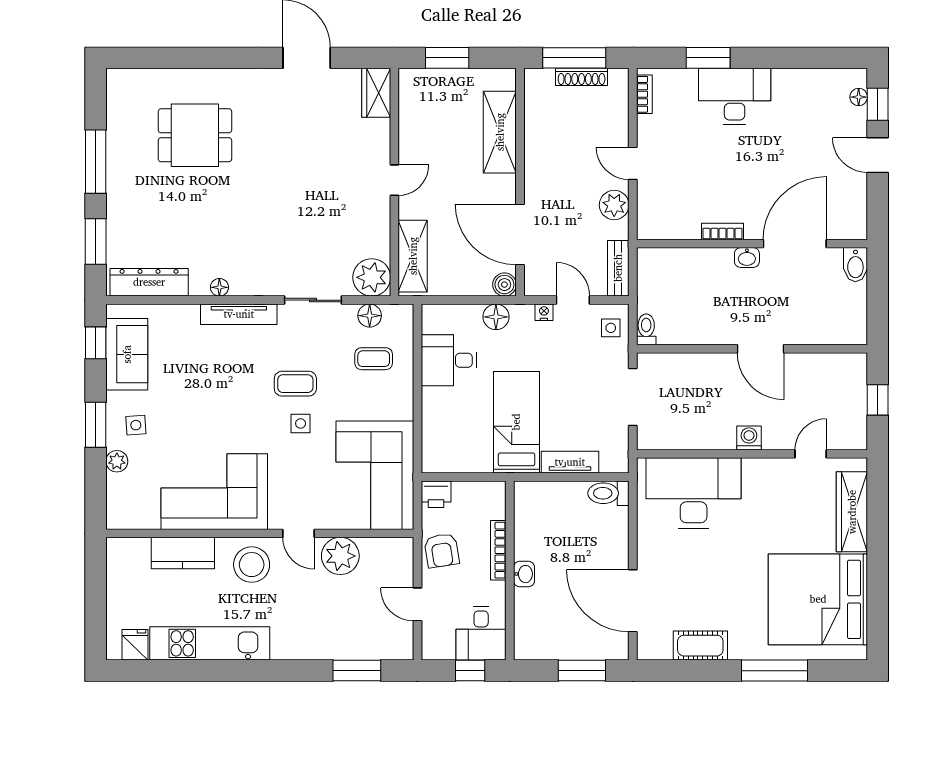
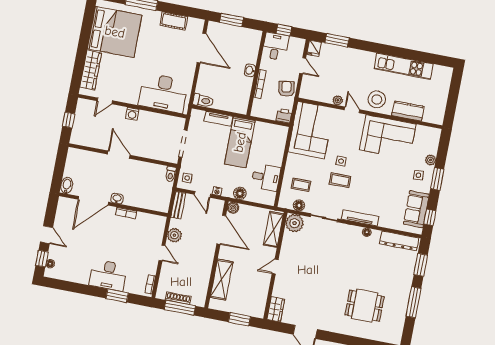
plant: (340, 556) -> (338, 100), width x0.53, depth x0.53
fridge: (135, 645) -> (314, 48), moved

